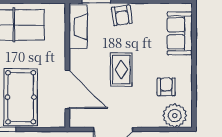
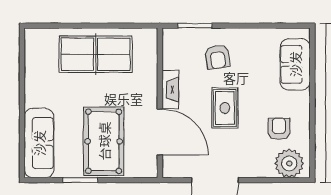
armchair: (122, 15) -> (217, 57), moved
fireplace: (78, 27) -> (170, 90), moved, width x0.73, depth x0.76

